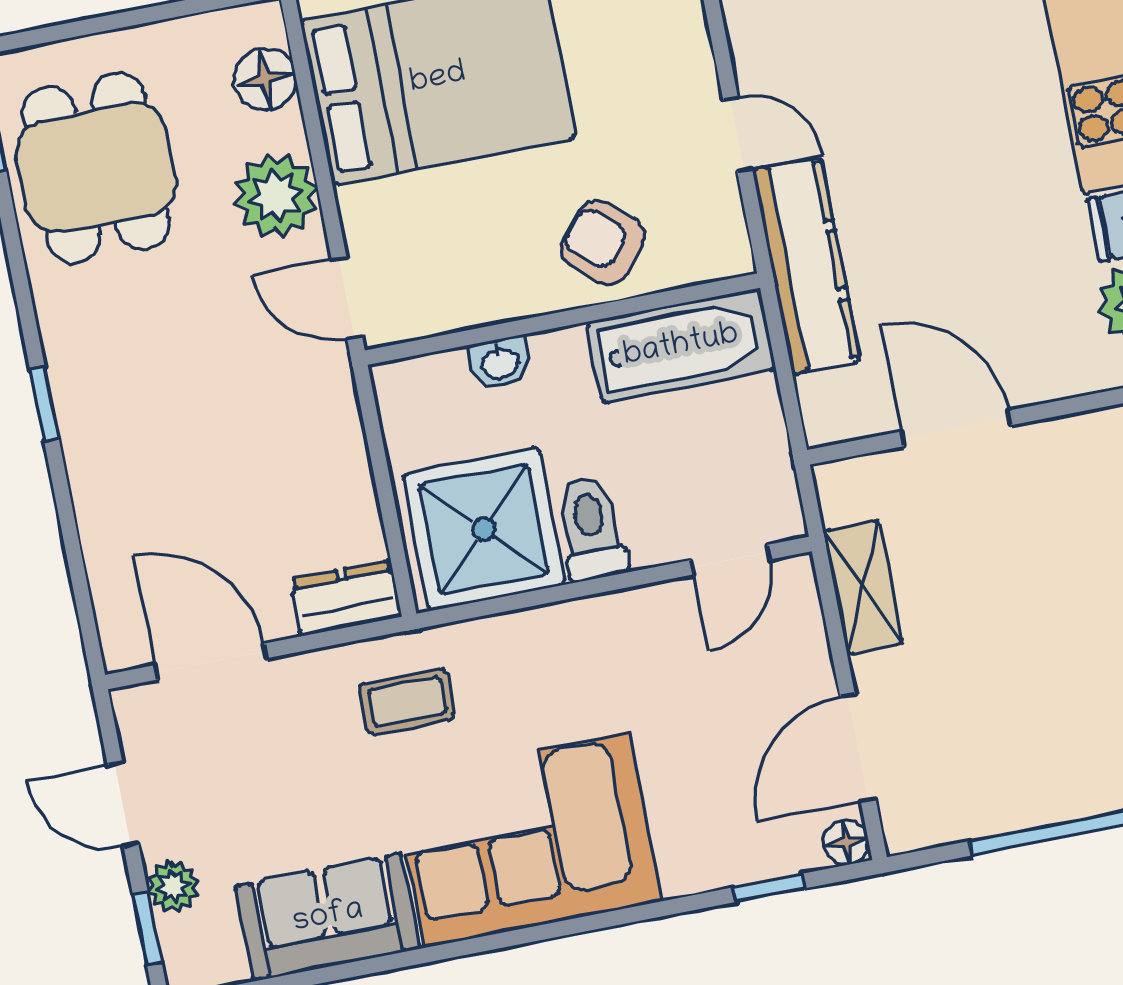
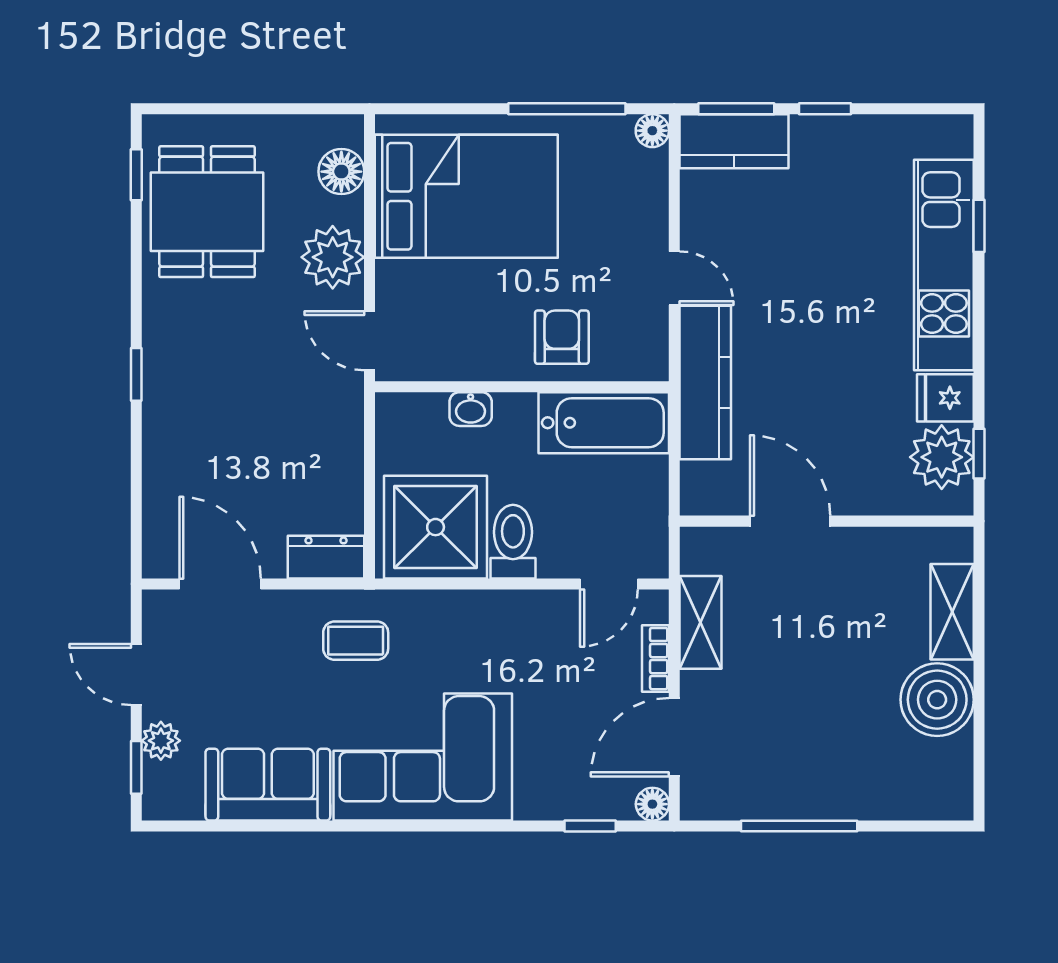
armchair: (603, 243) -> (562, 337), turned 50
bookcase: (812, 647) -> (655, 659), added

